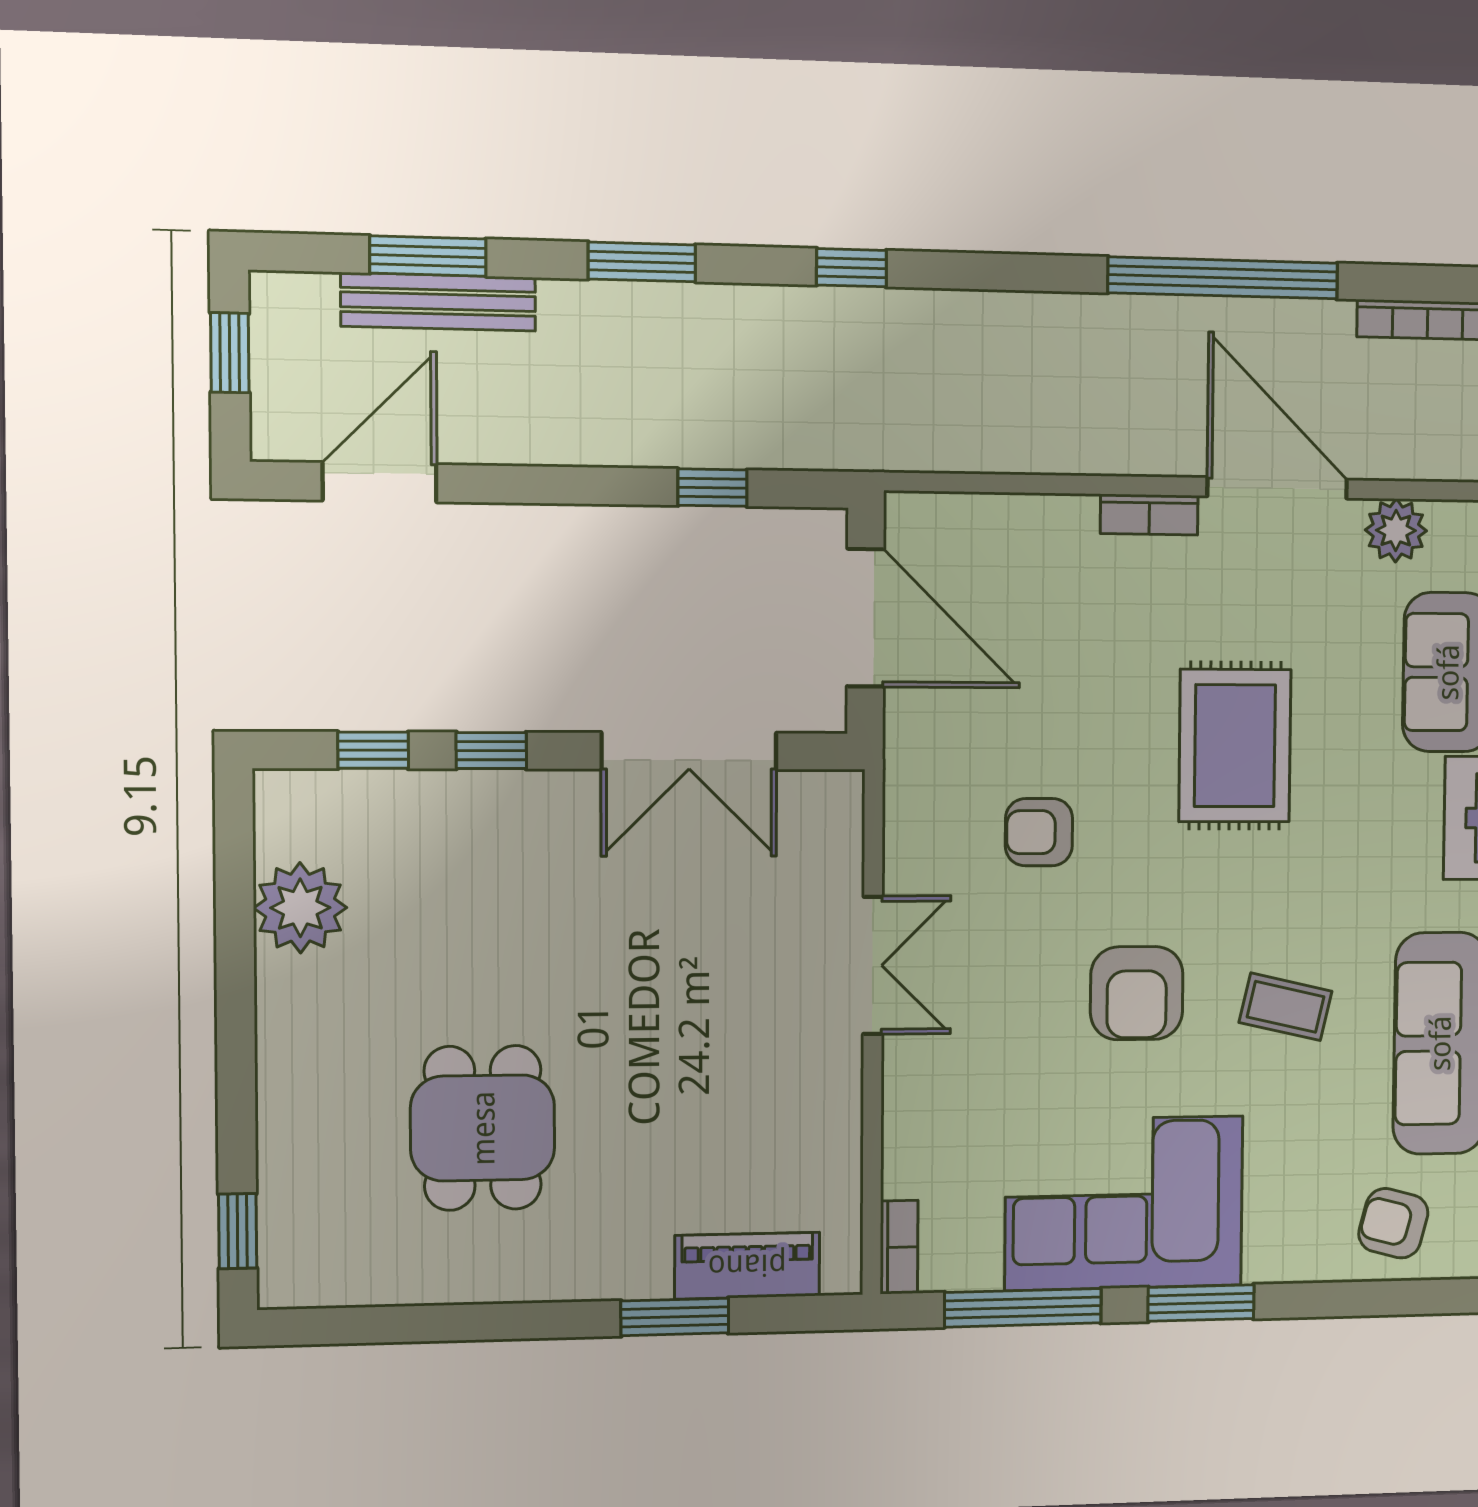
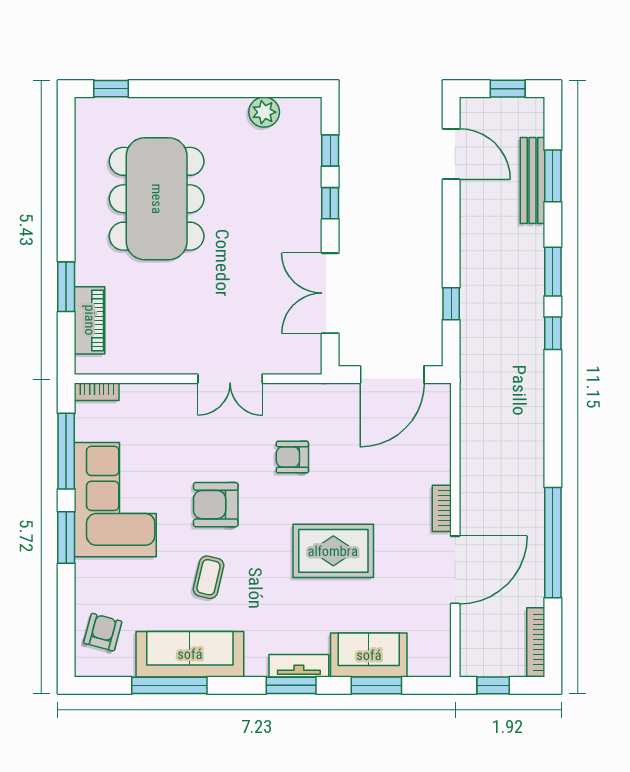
window: (852, 268) -> (553, 333), moved
plant: (1396, 530) -> (436, 628), removed
armchair: (1039, 832) -> (292, 457), turned -90
plant: (300, 908) -> (264, 112), width x0.73, depth x0.73
dining table: (483, 1128) -> (157, 199), width x1.88, depth x1.24

